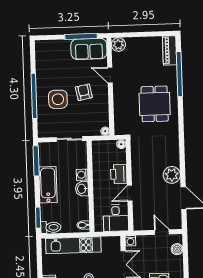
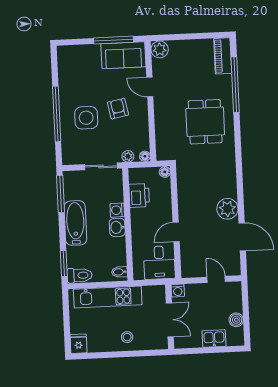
plant: (91, 131) -> (128, 156), added
printer: (119, 174) -> (139, 195), moved, turned 180
boiler: (177, 249) -> (236, 320), moved

